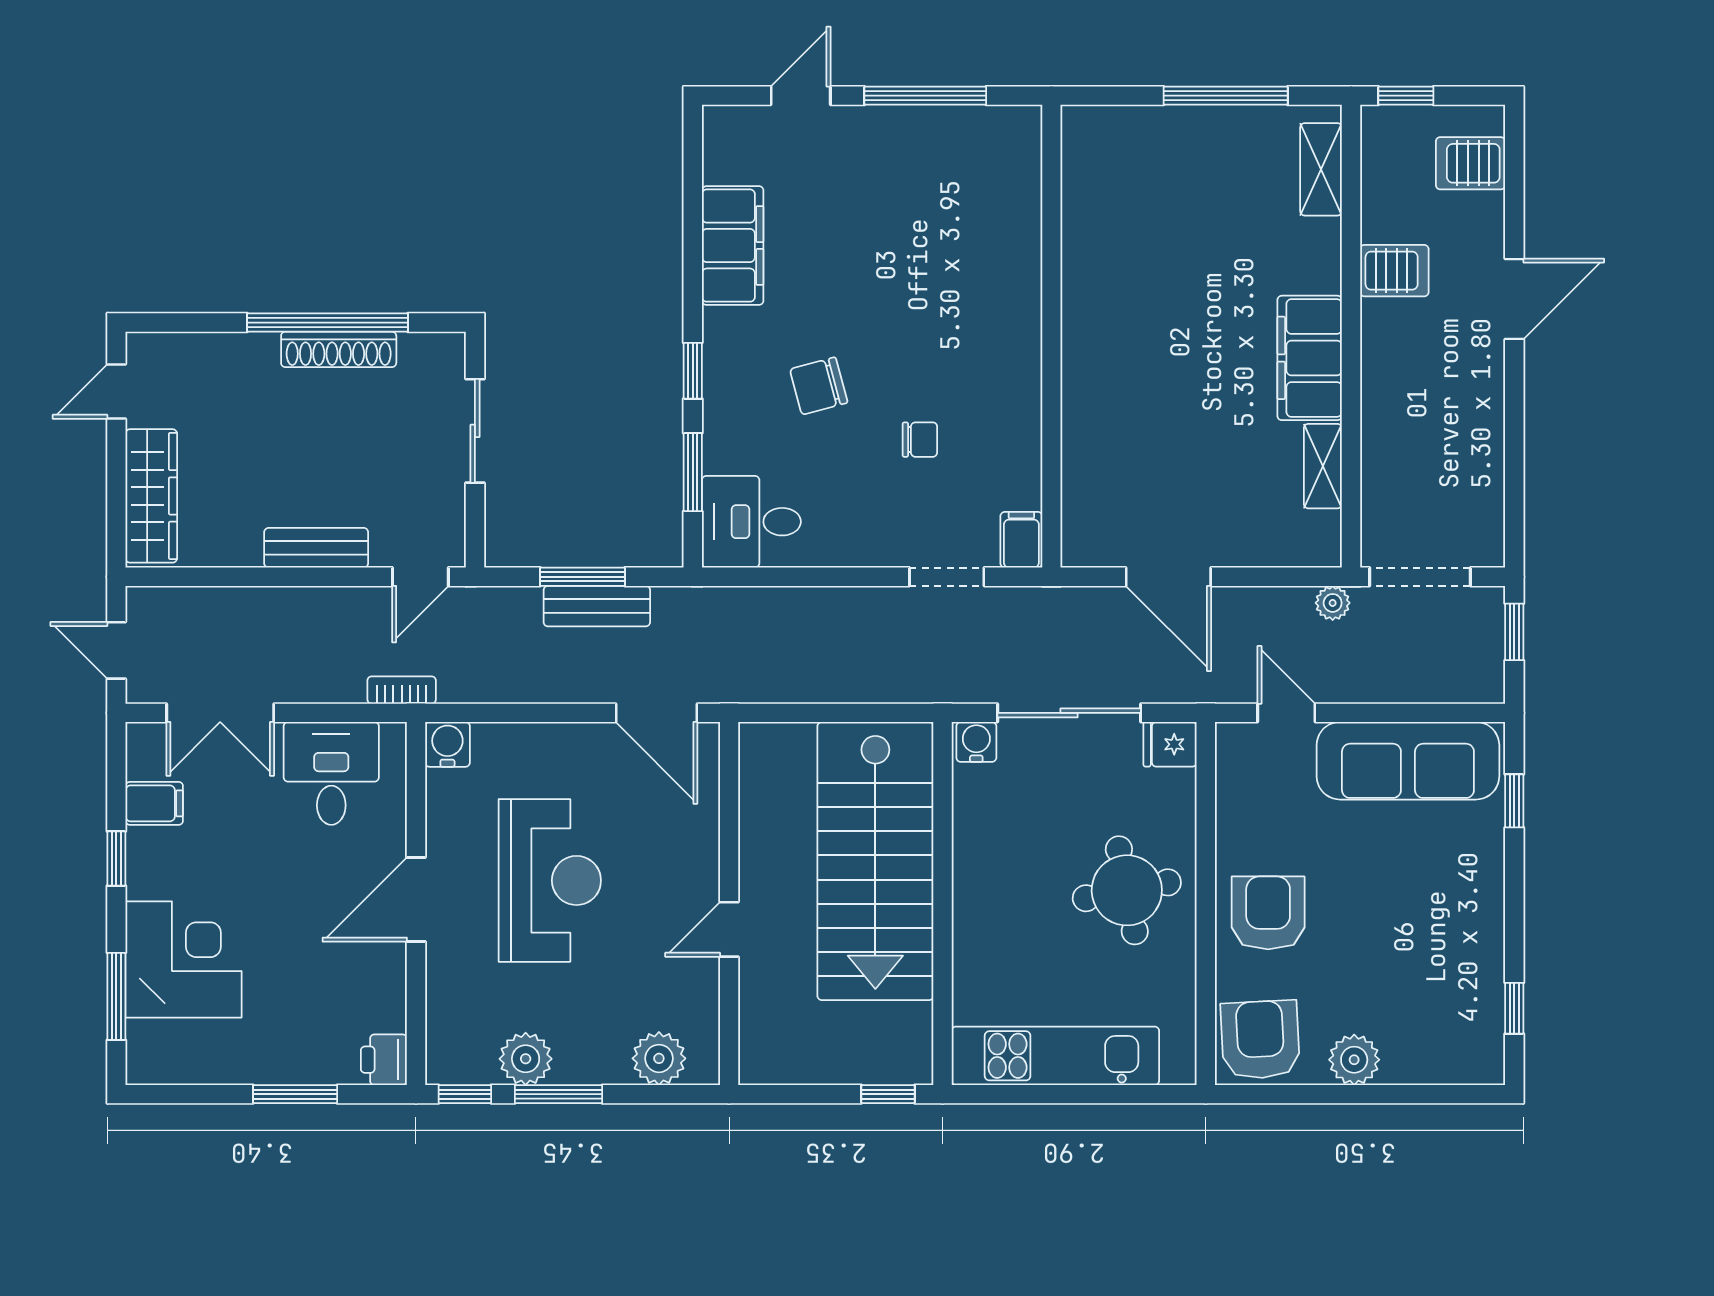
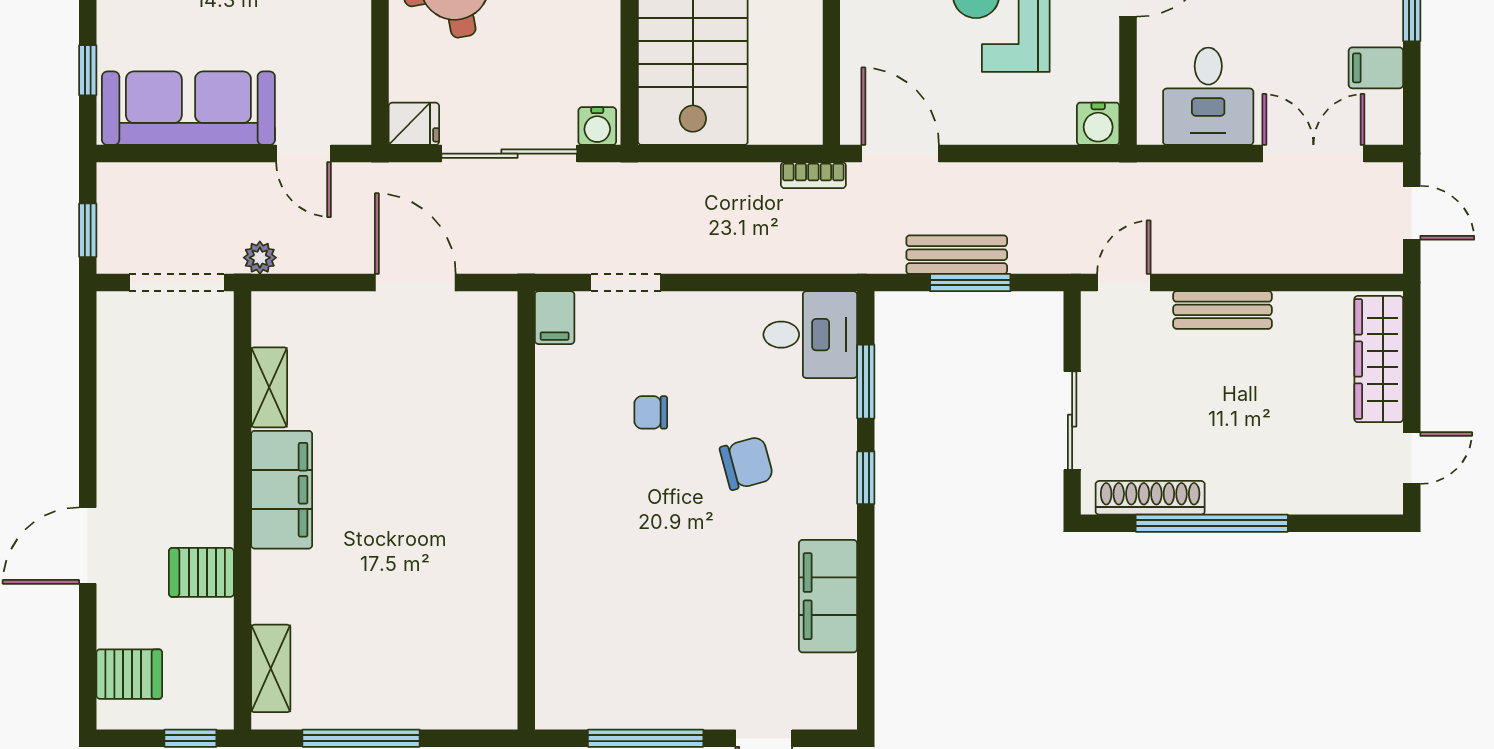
shoe rack: (339, 349) -> (1150, 498), moved
bookcase: (402, 690) -> (813, 175), moved

